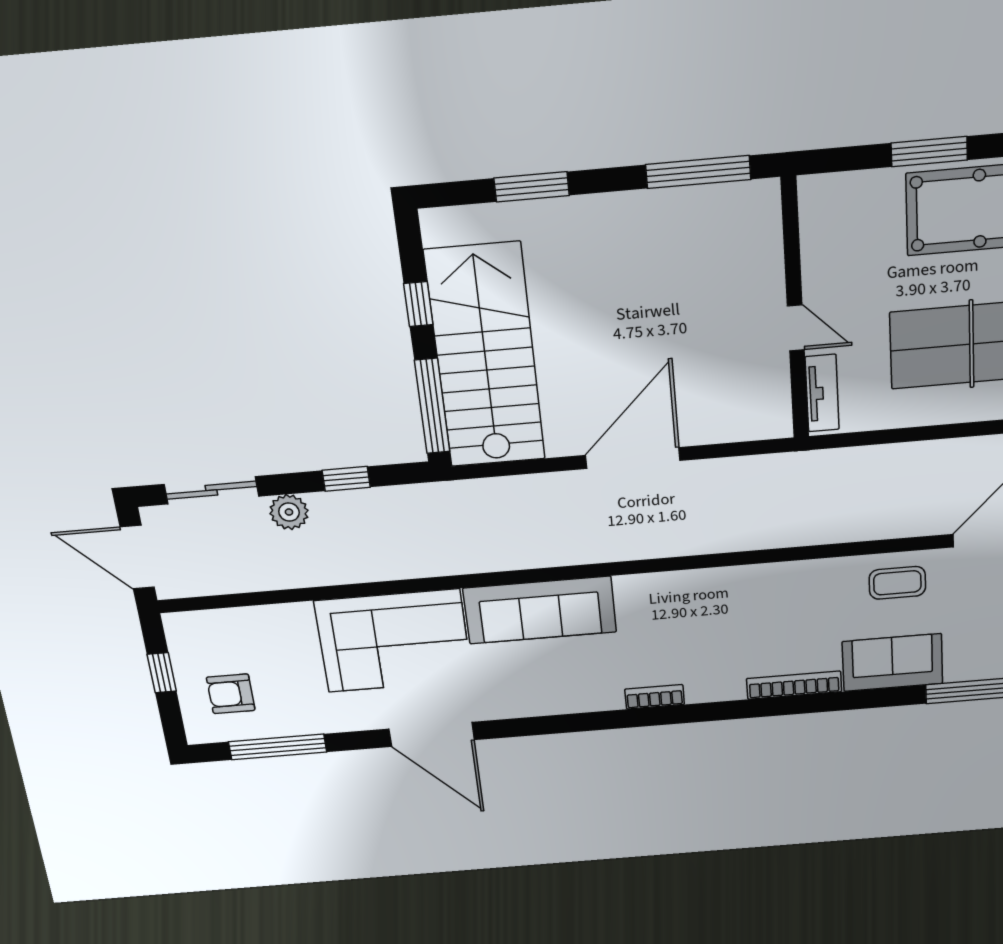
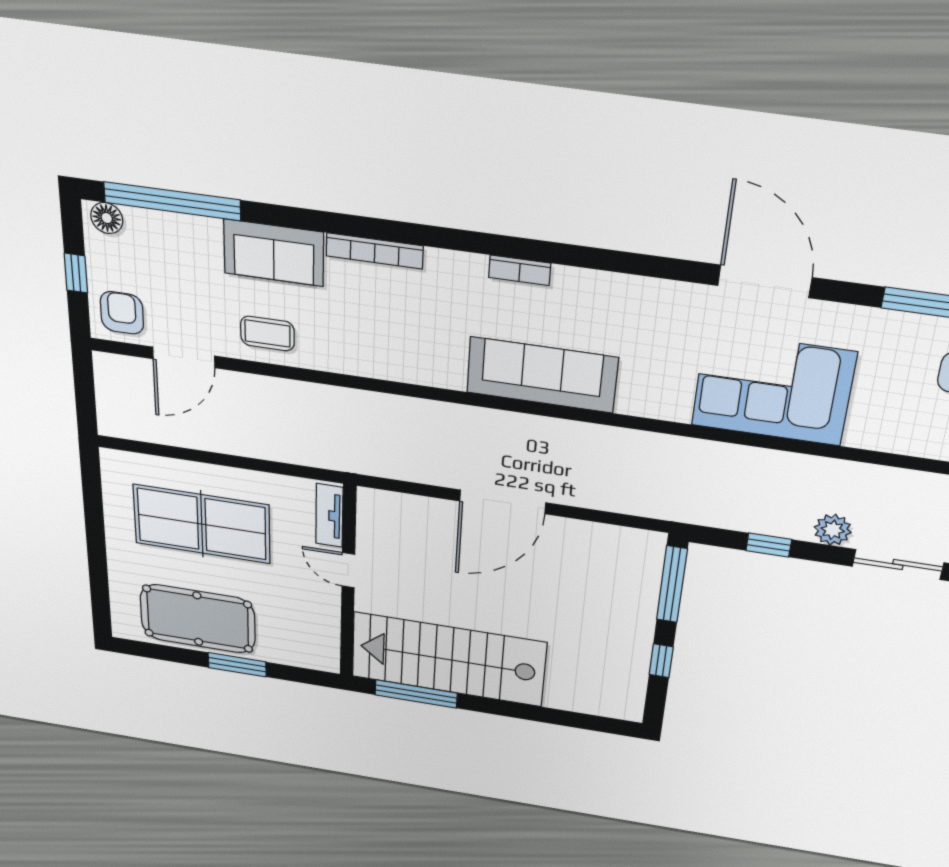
window: (532, 187) -> (548, 715), removed
stairs: (485, 356) -> (448, 659), moved, turned 90
sofa: (540, 610) -> (542, 375), moved

